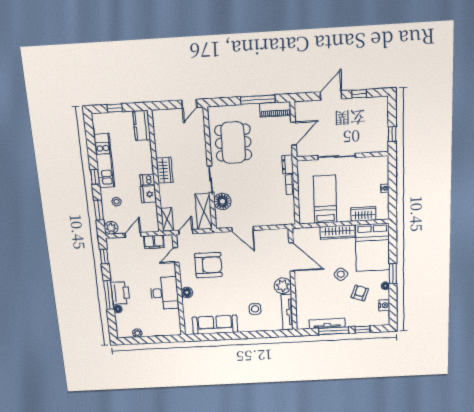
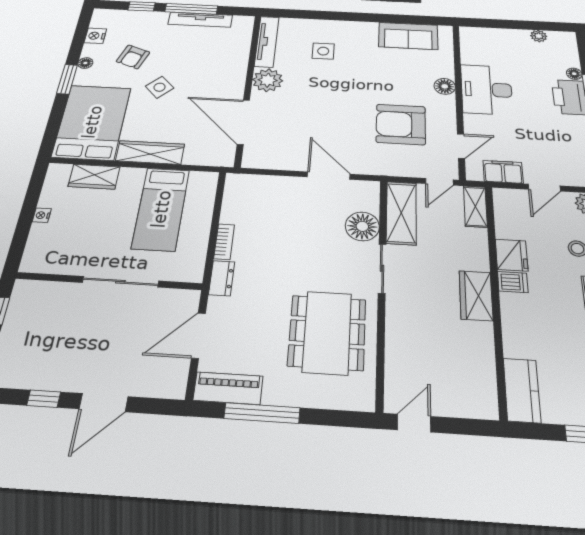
sofa: (215, 325) -> (408, 36), width x0.73

